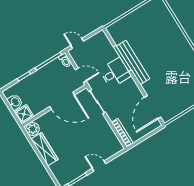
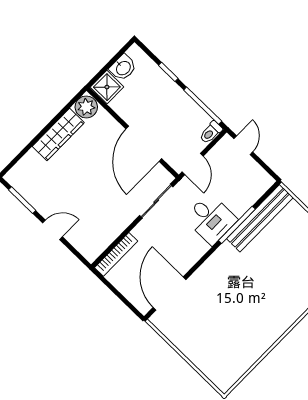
bench: (133, 62) -> (260, 218), moved
door: (153, 107) -> (170, 294), hinge flipped
door: (99, 166) -> (52, 230), hinge flipped

